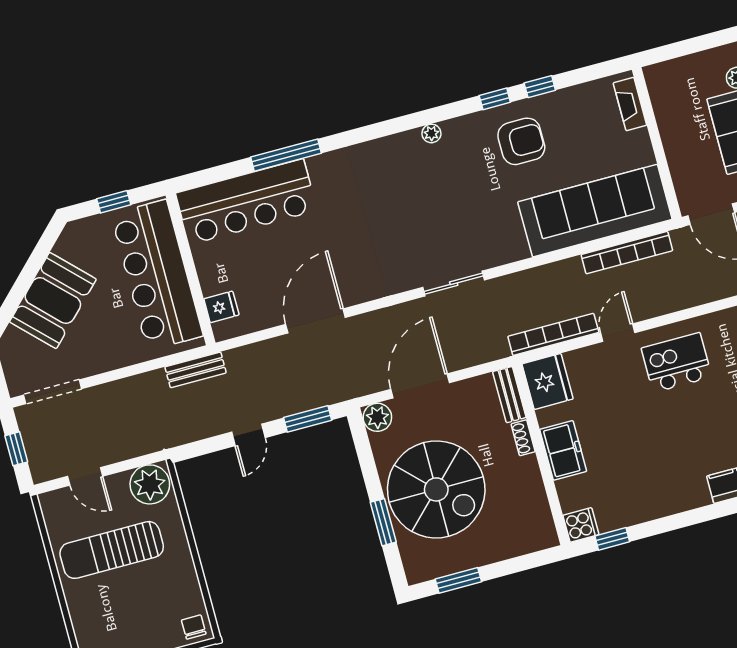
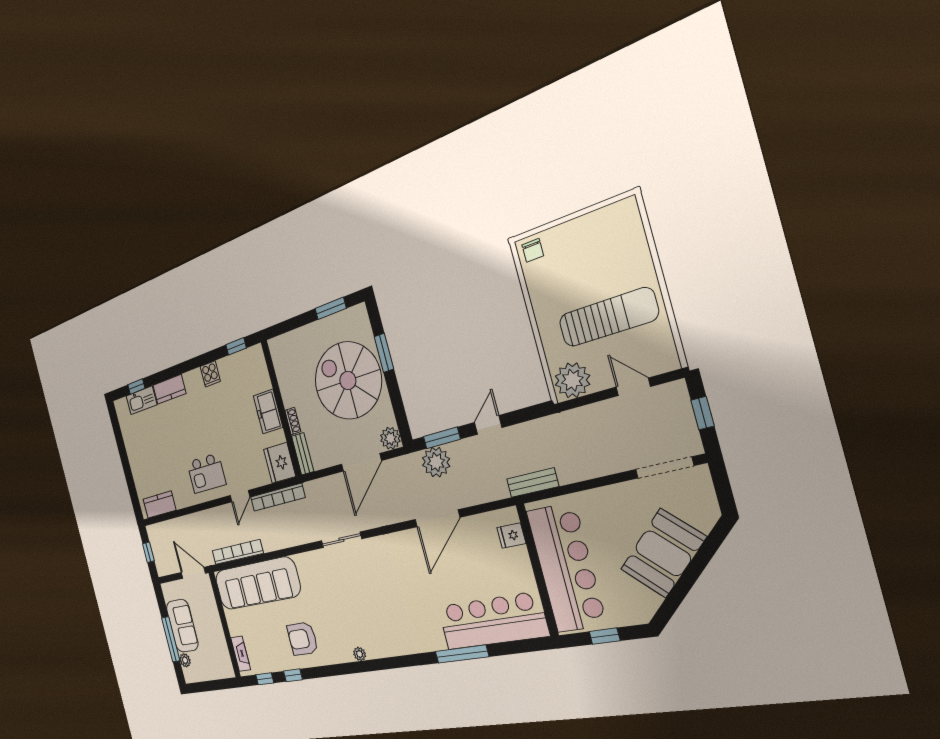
window: (495, 99) -> (265, 679), moved
plant: (316, 390) -> (436, 462), added
cooker: (581, 525) -> (210, 374), moved, turned -90

